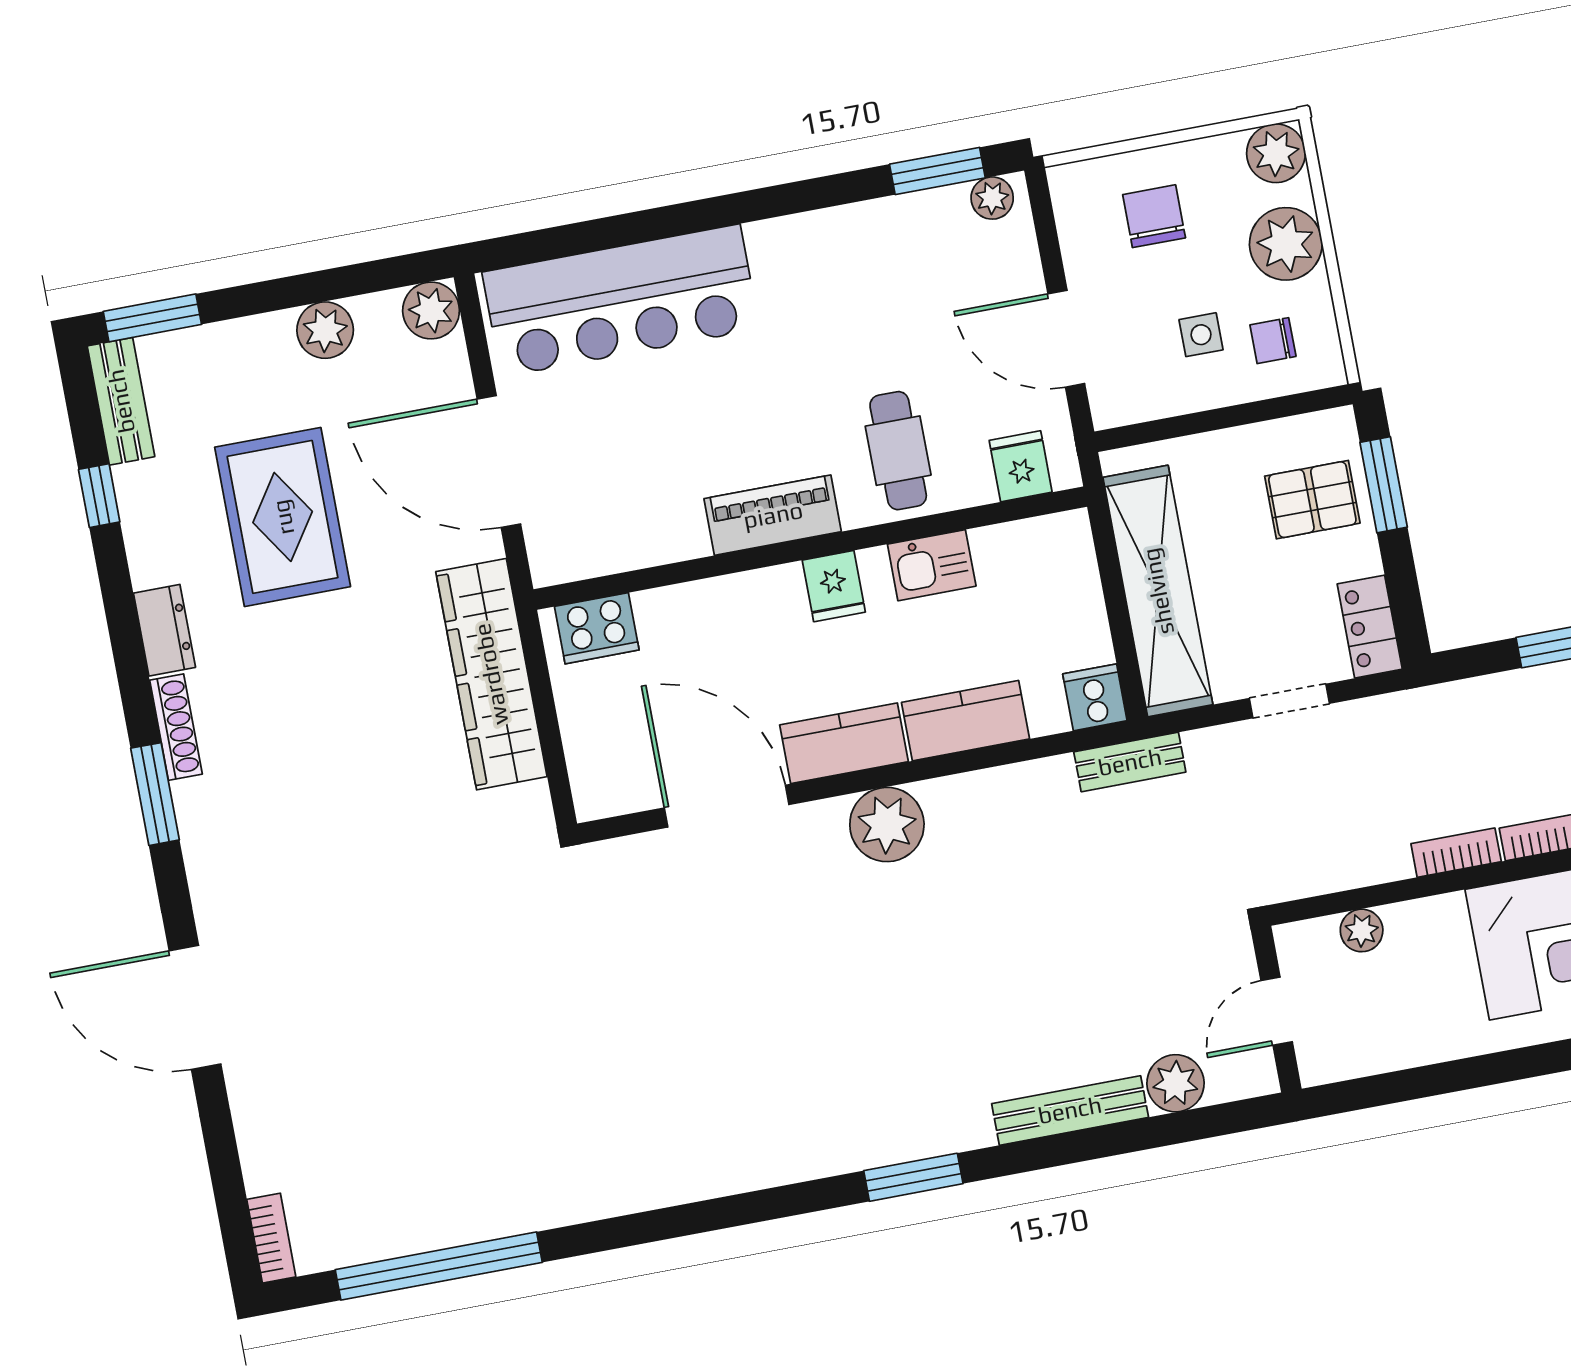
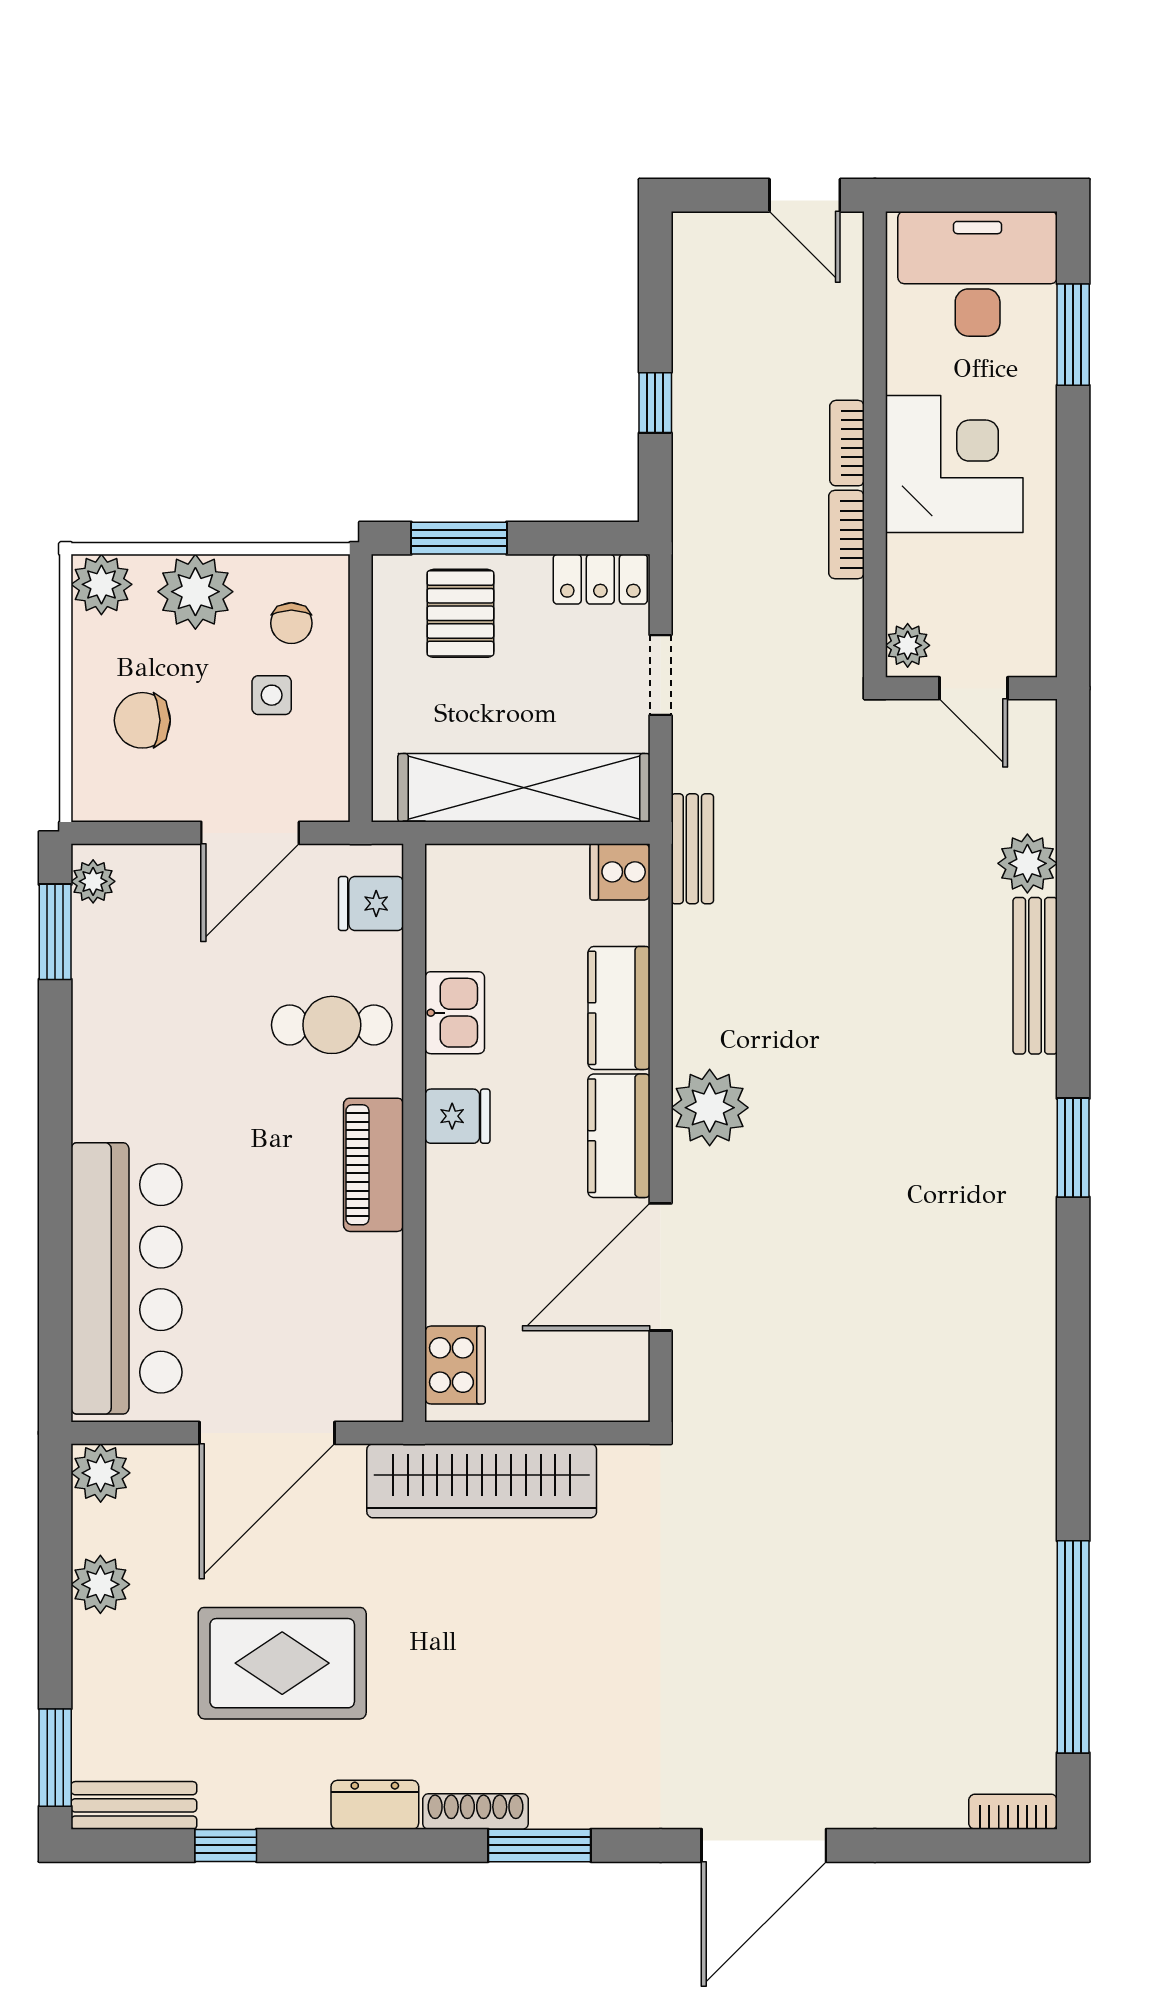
wall: (1276, 1009) -> (971, 688), moved
door: (1277, 1011) -> (973, 688), moved

